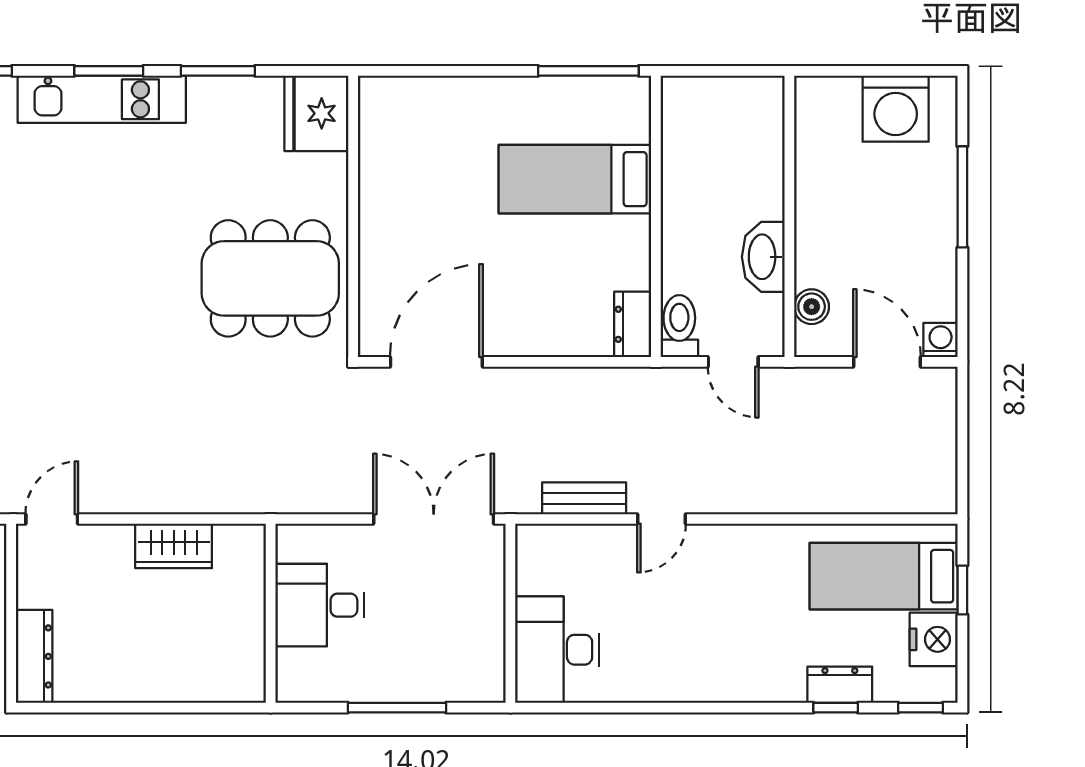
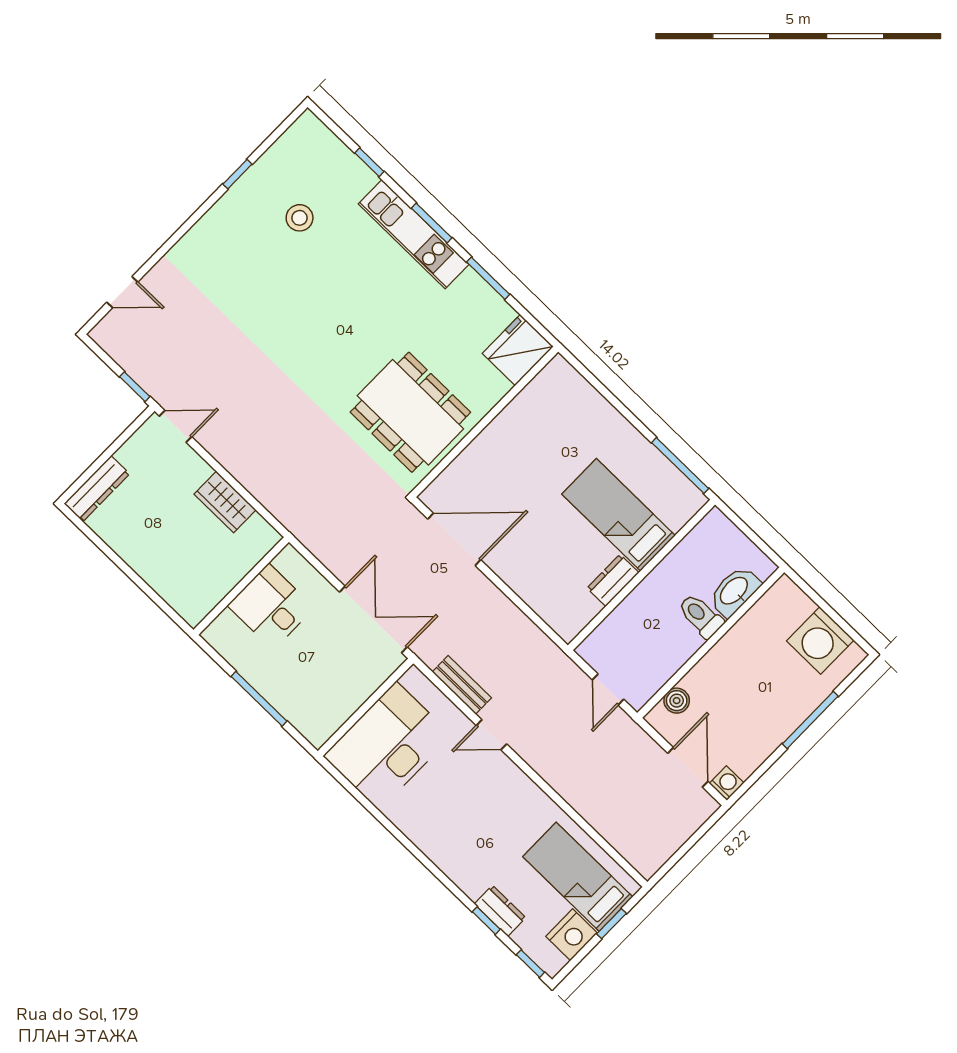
washbasin: (763, 257) -> (734, 591), moved
dresser: (633, 324) -> (613, 580), moved
toilet: (679, 326) -> (701, 616), moved, turned -90
desk: (557, 650) -> (388, 746), width x1.36, depth x1.30

